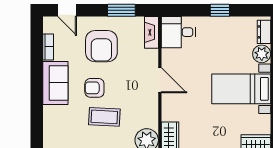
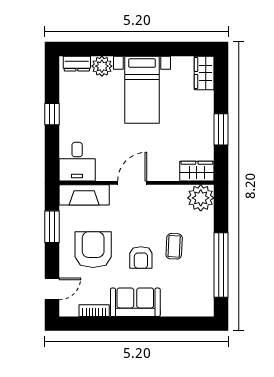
fireplace: (151, 32) -> (84, 195), width x1.37, depth x1.32
armchair: (101, 46) -> (93, 250), turned -90
coffee table: (104, 117) -> (174, 246), width x0.73, depth x0.77

